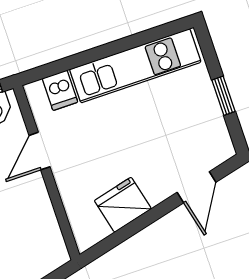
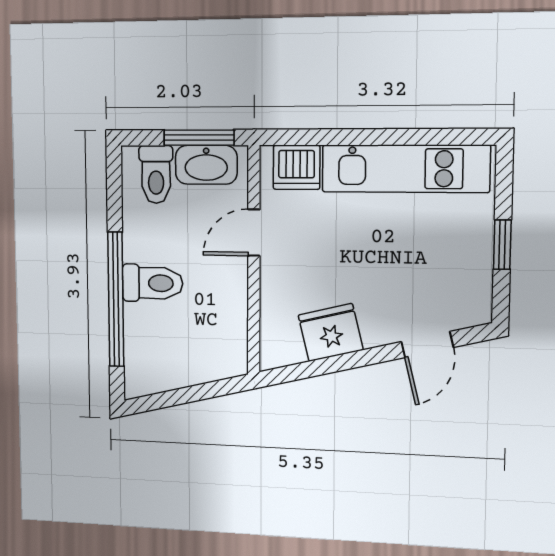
dishwasher: (60, 90) -> (296, 167), width x1.38

